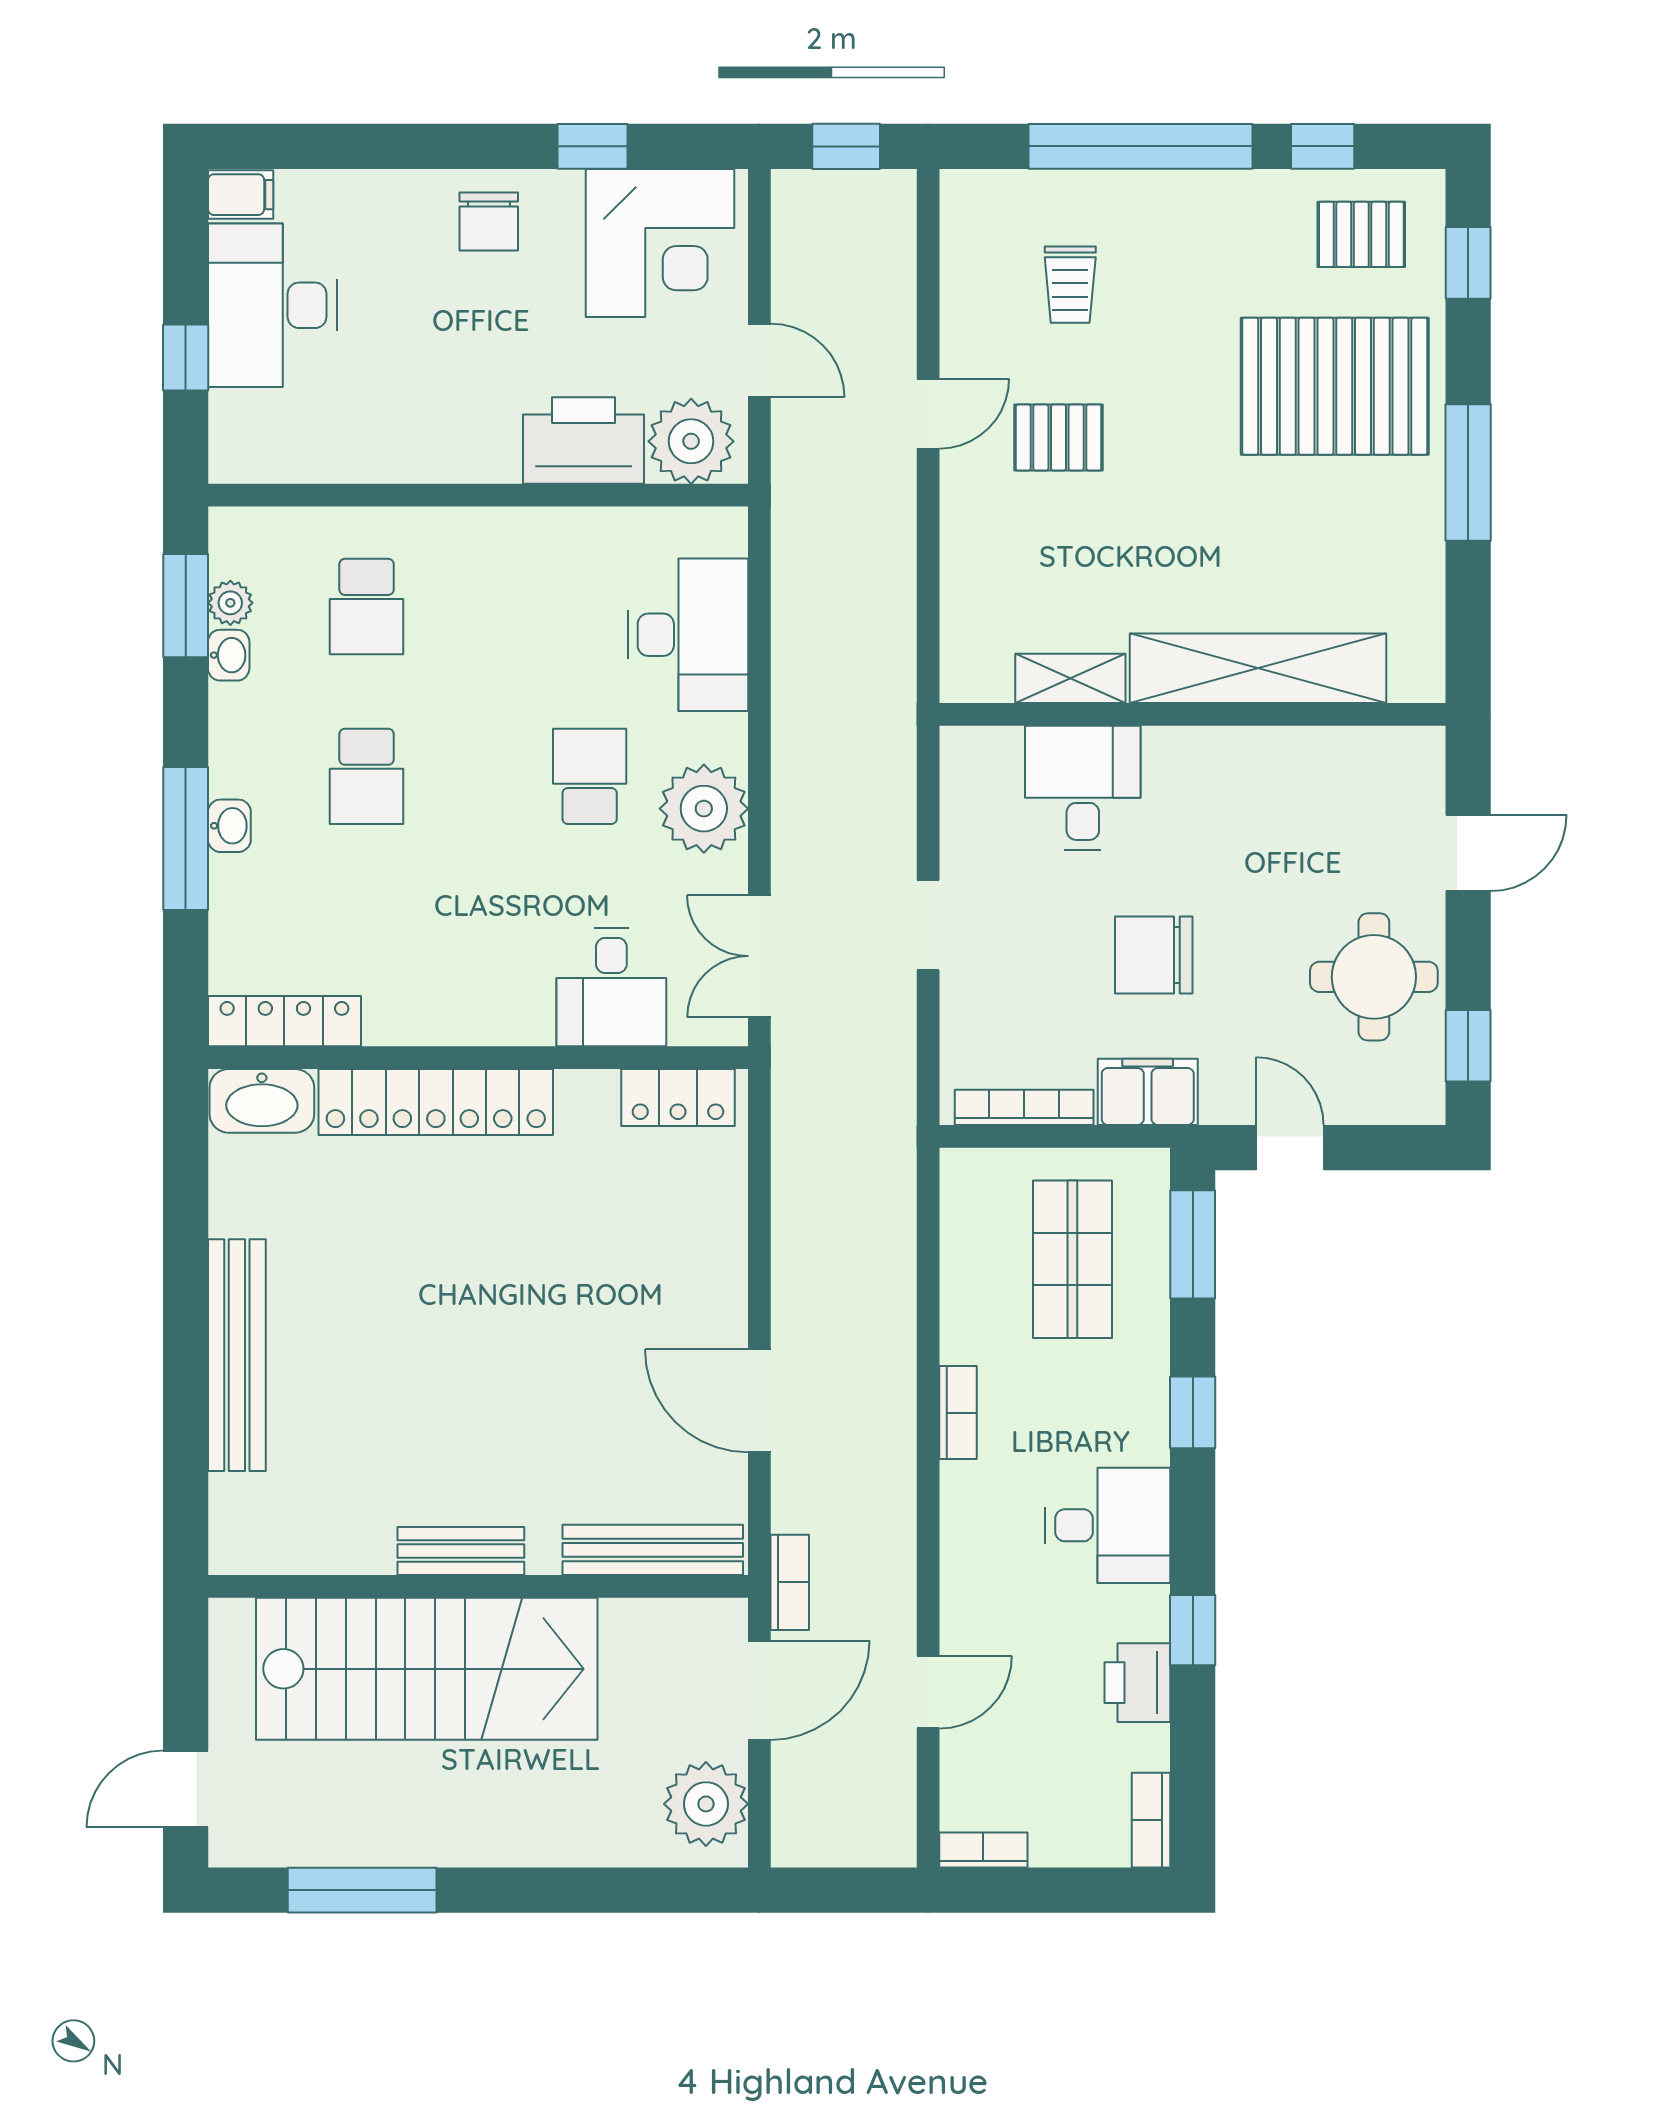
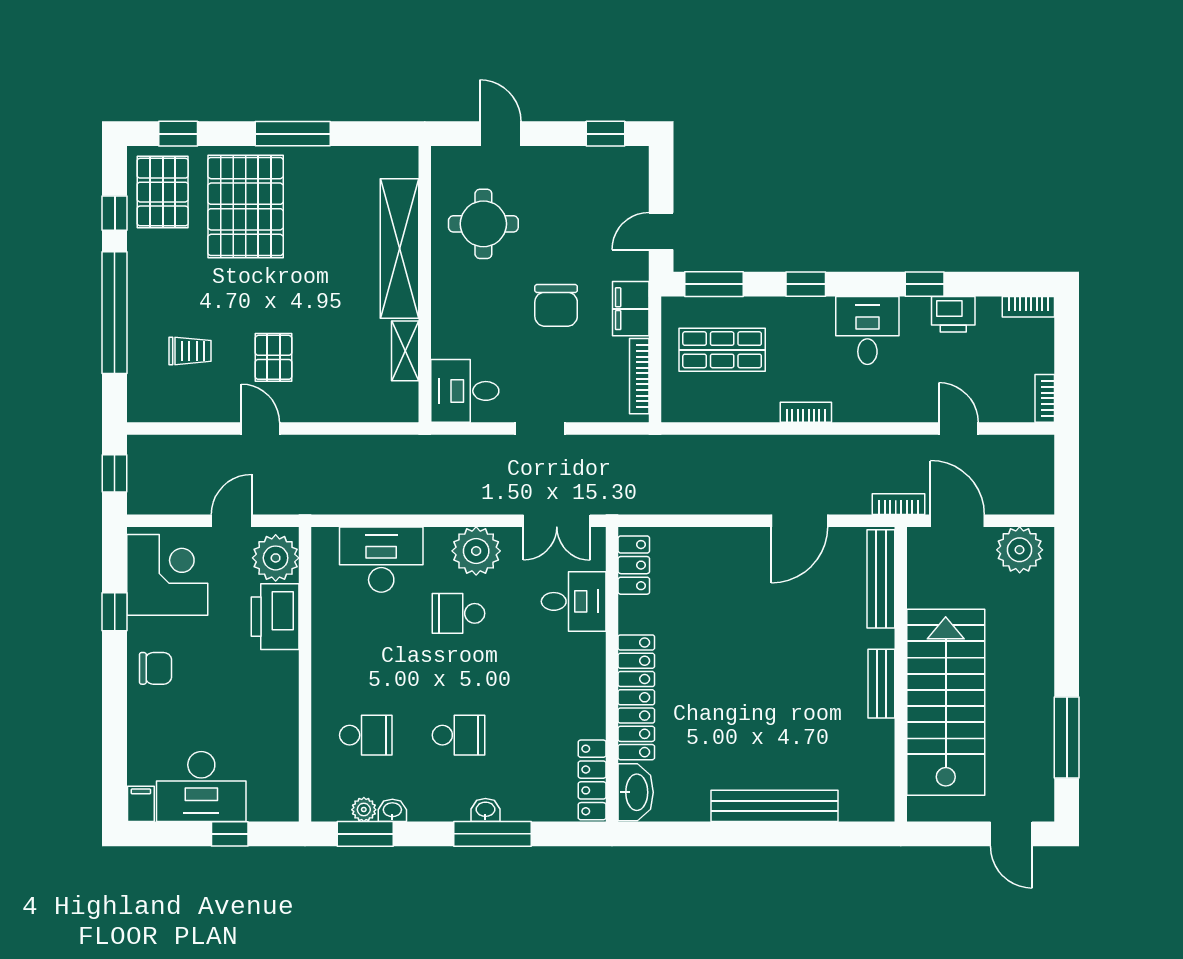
pallet: (1361, 234) -> (163, 192), width x1.50, depth x1.42
desk: (1083, 788) -> (465, 391), moved
round table: (1374, 977) -> (483, 224), moved

